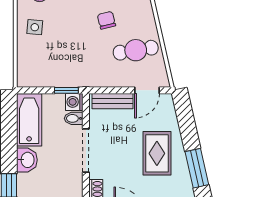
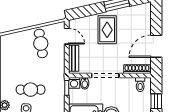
chair: (106, 20) -> (22, 62), removed
cafe table: (64, 34) -> (31, 90), added
rug: (157, 153) -> (107, 30), turned 90

